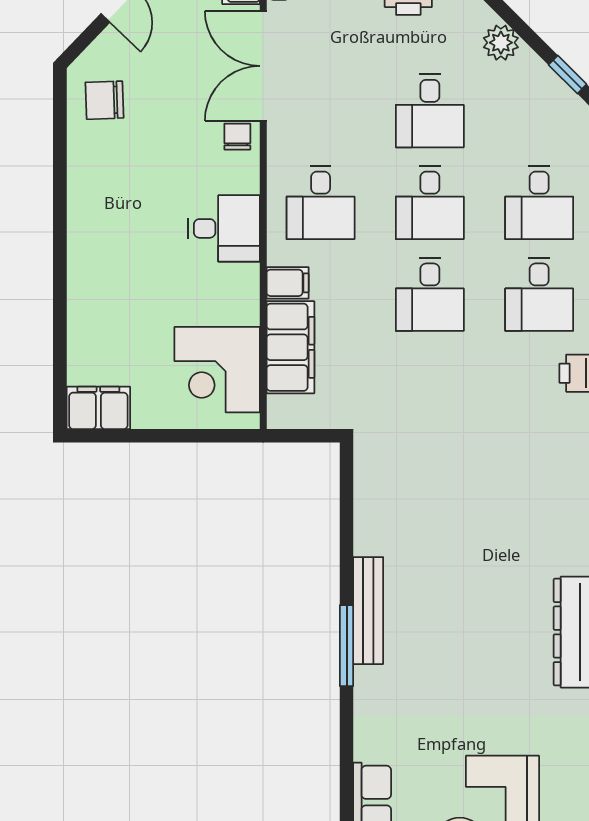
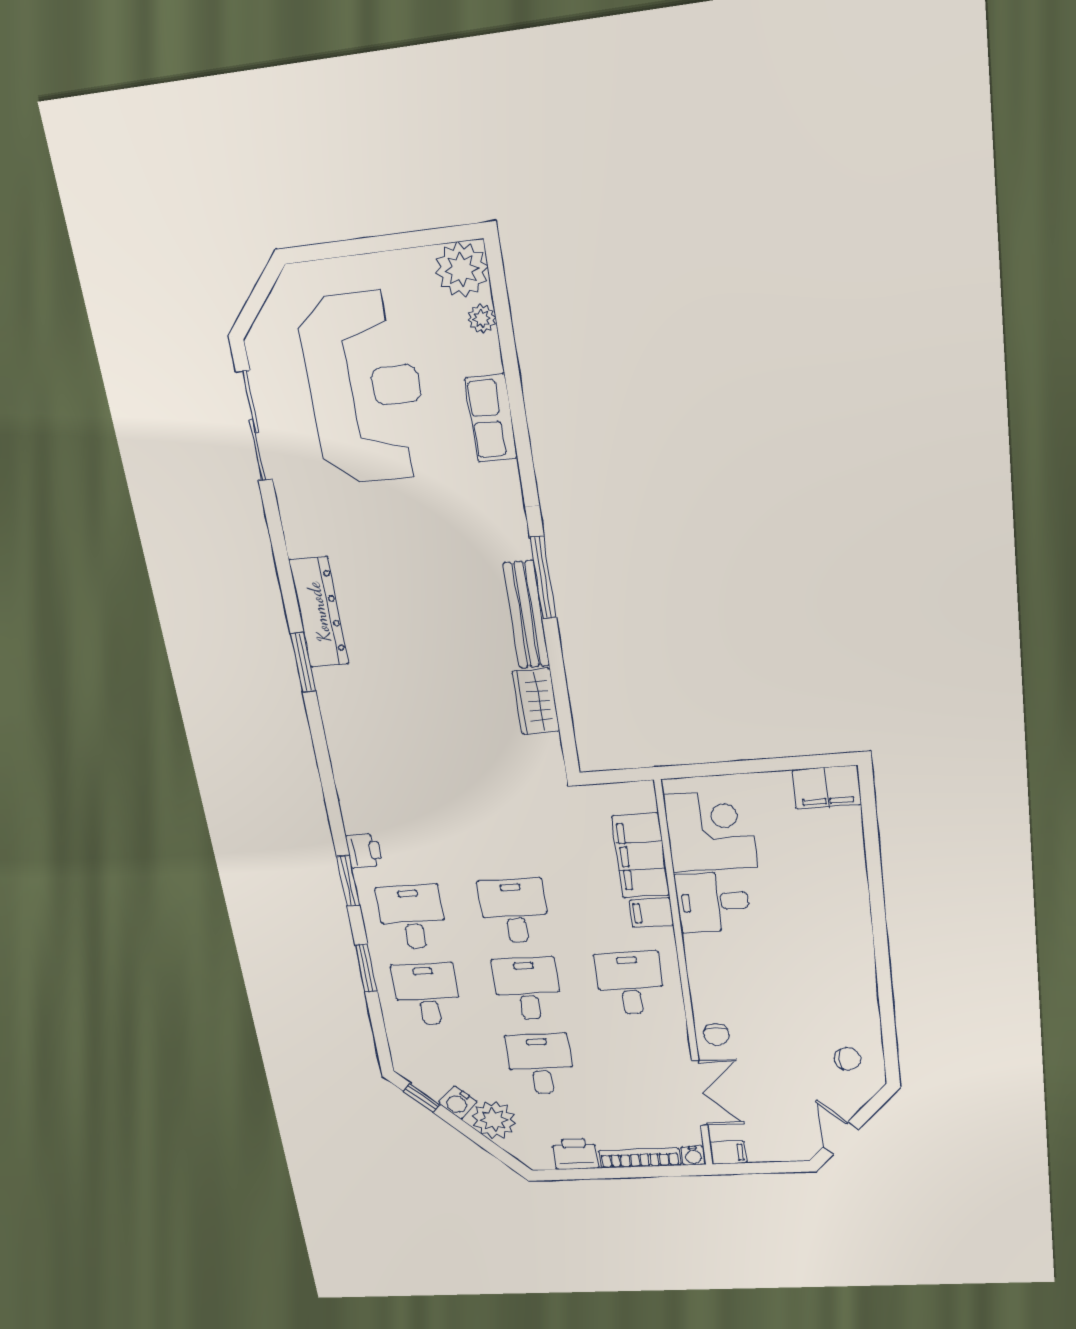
plant: (501, 43) -> (494, 1120), width x1.36, depth x1.36
double door: (263, 66) -> (700, 1093), width x0.73
water cooler: (528, 67) -> (458, 1103), added
chair: (104, 100) -> (847, 1059), width x0.73, depth x0.73
desk: (224, 228) -> (713, 902), moved
wardrobe: (372, 521) -> (536, 701), added

